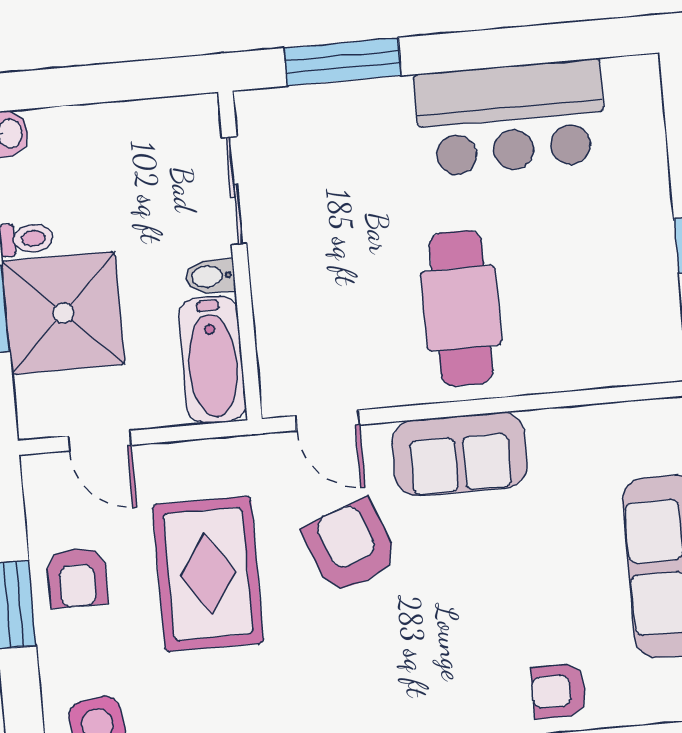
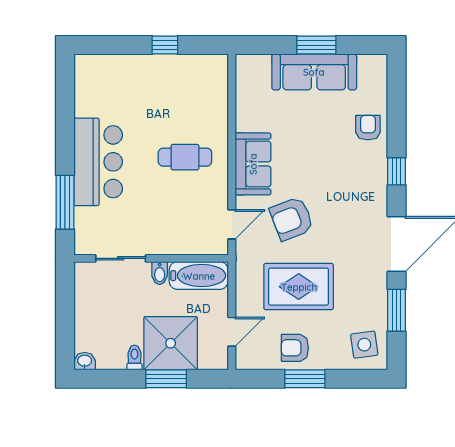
bar counter: (511, 118) -> (98, 162), moved
cafe table: (461, 308) -> (185, 157), width x0.73, depth x0.74
armchair: (77, 578) -> (295, 348), turned 180
armchair: (559, 691) -> (368, 128), turned 180

